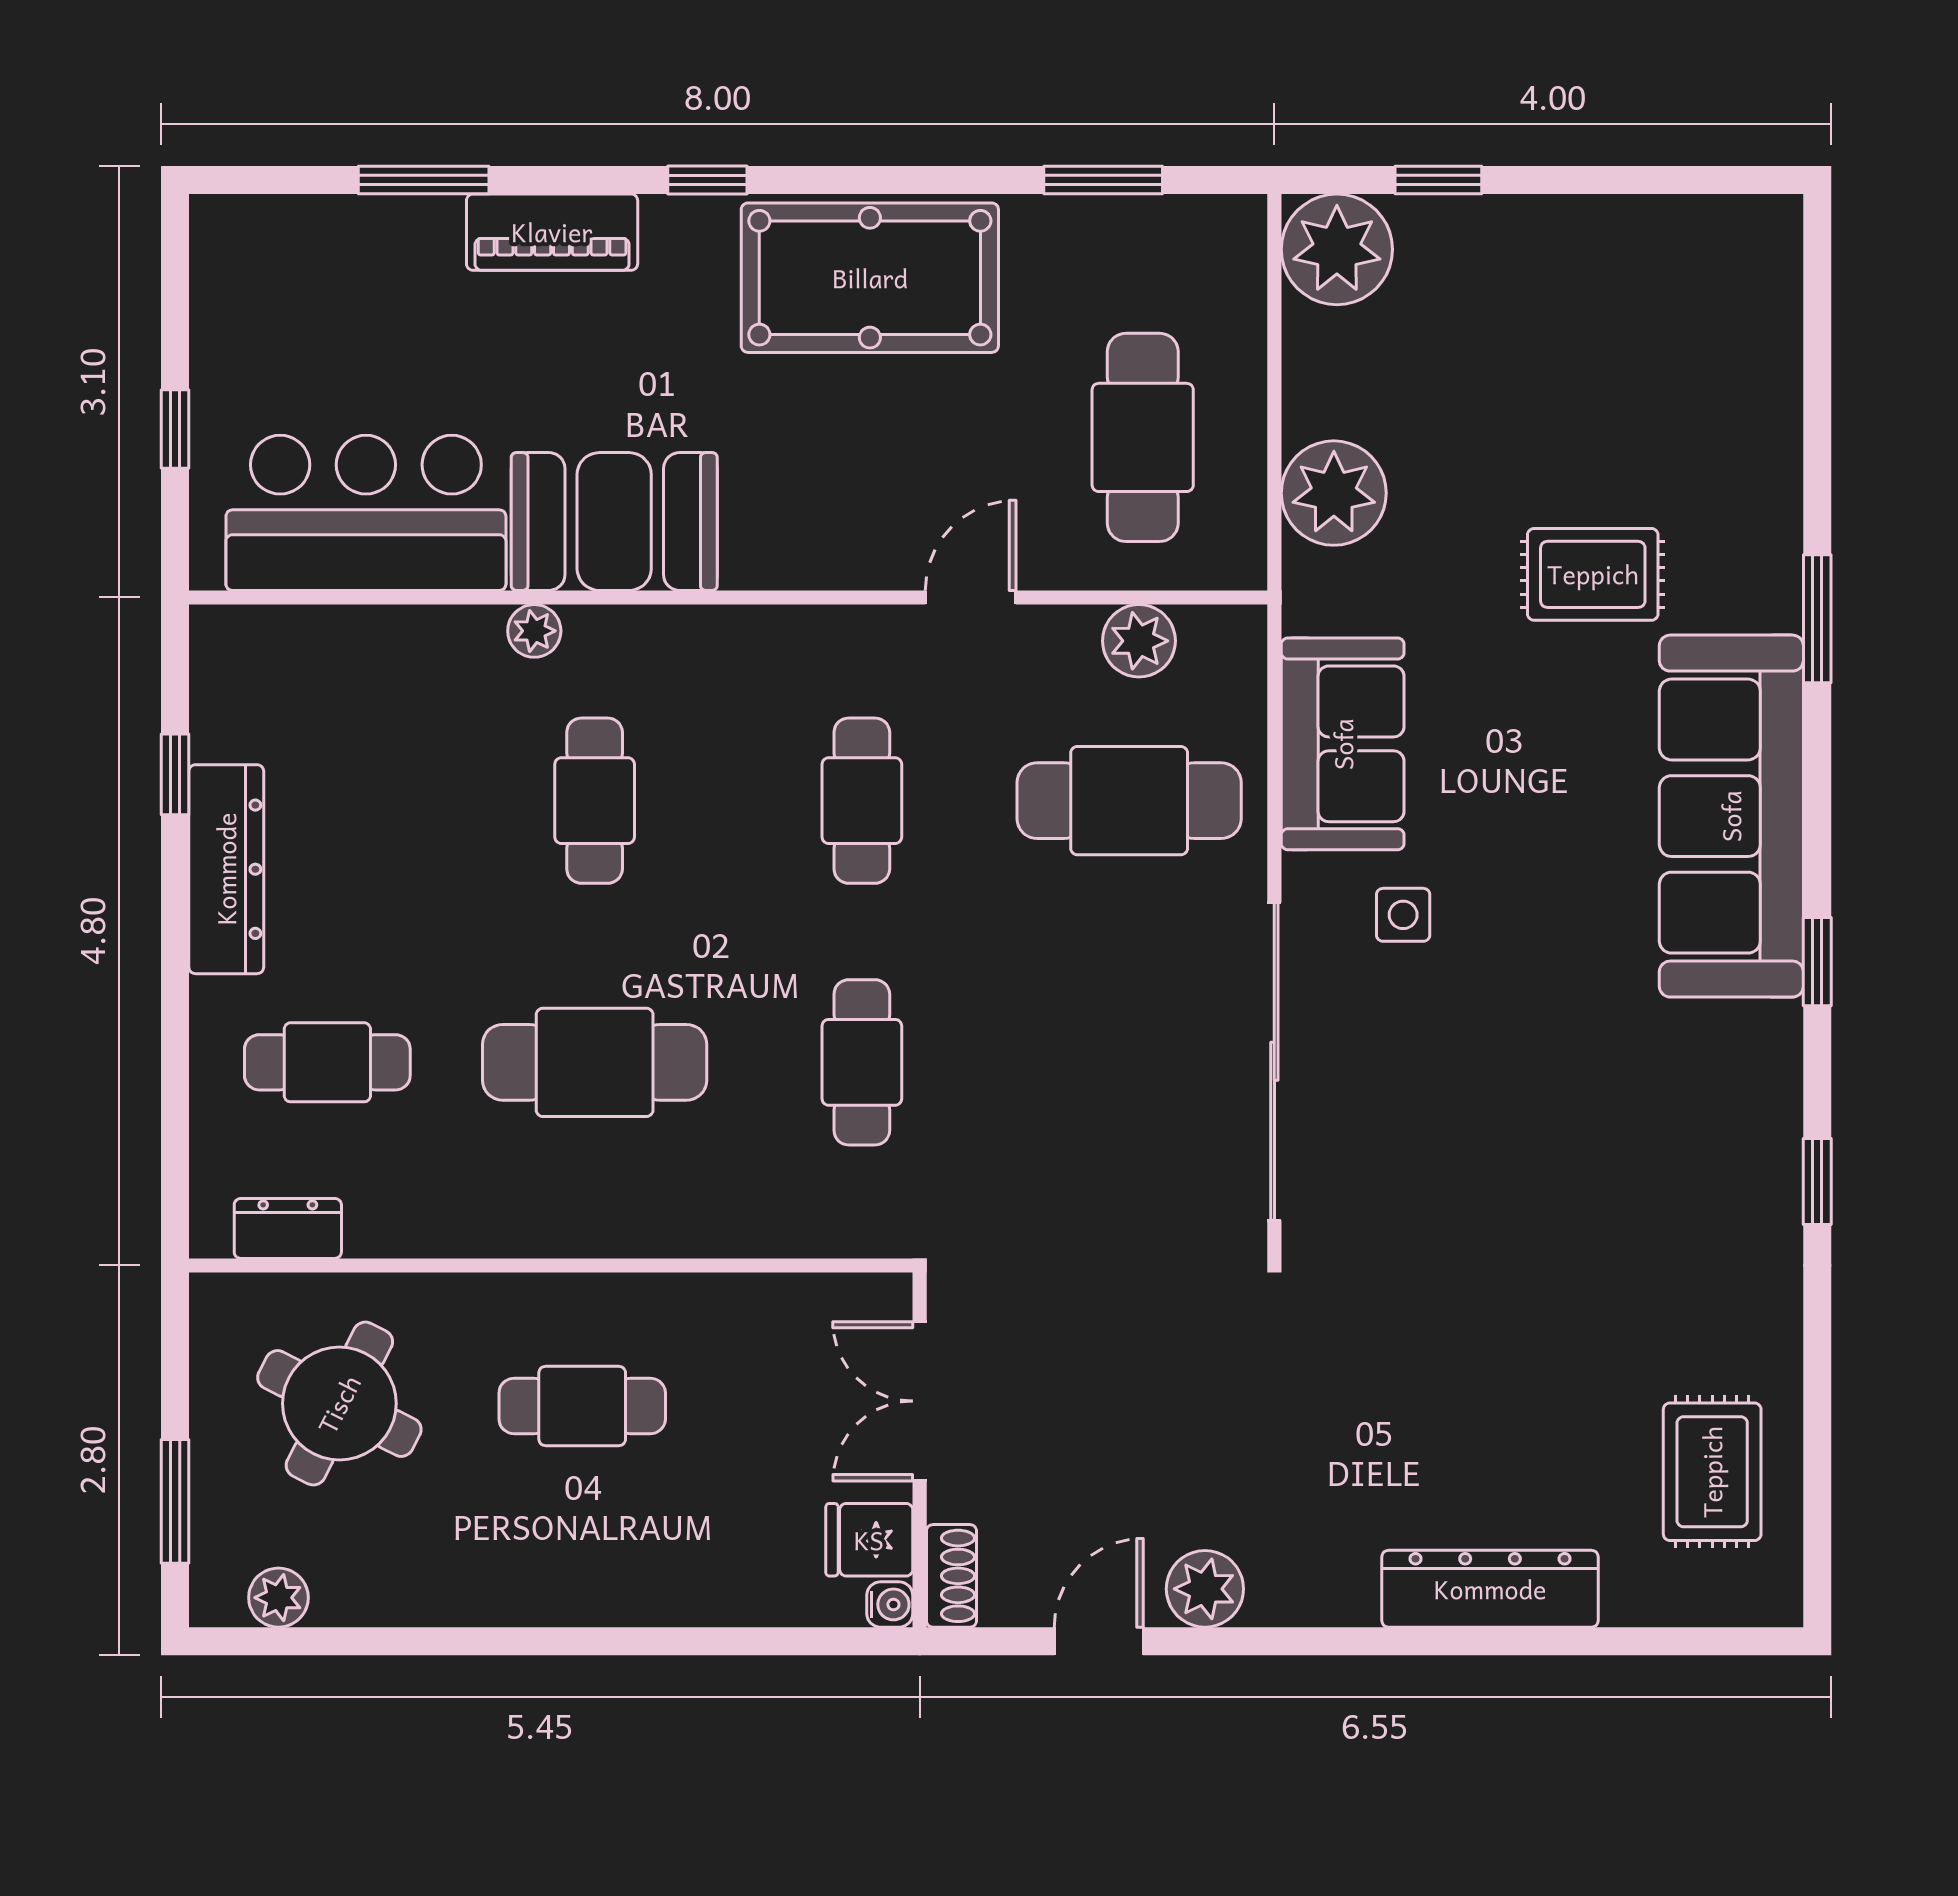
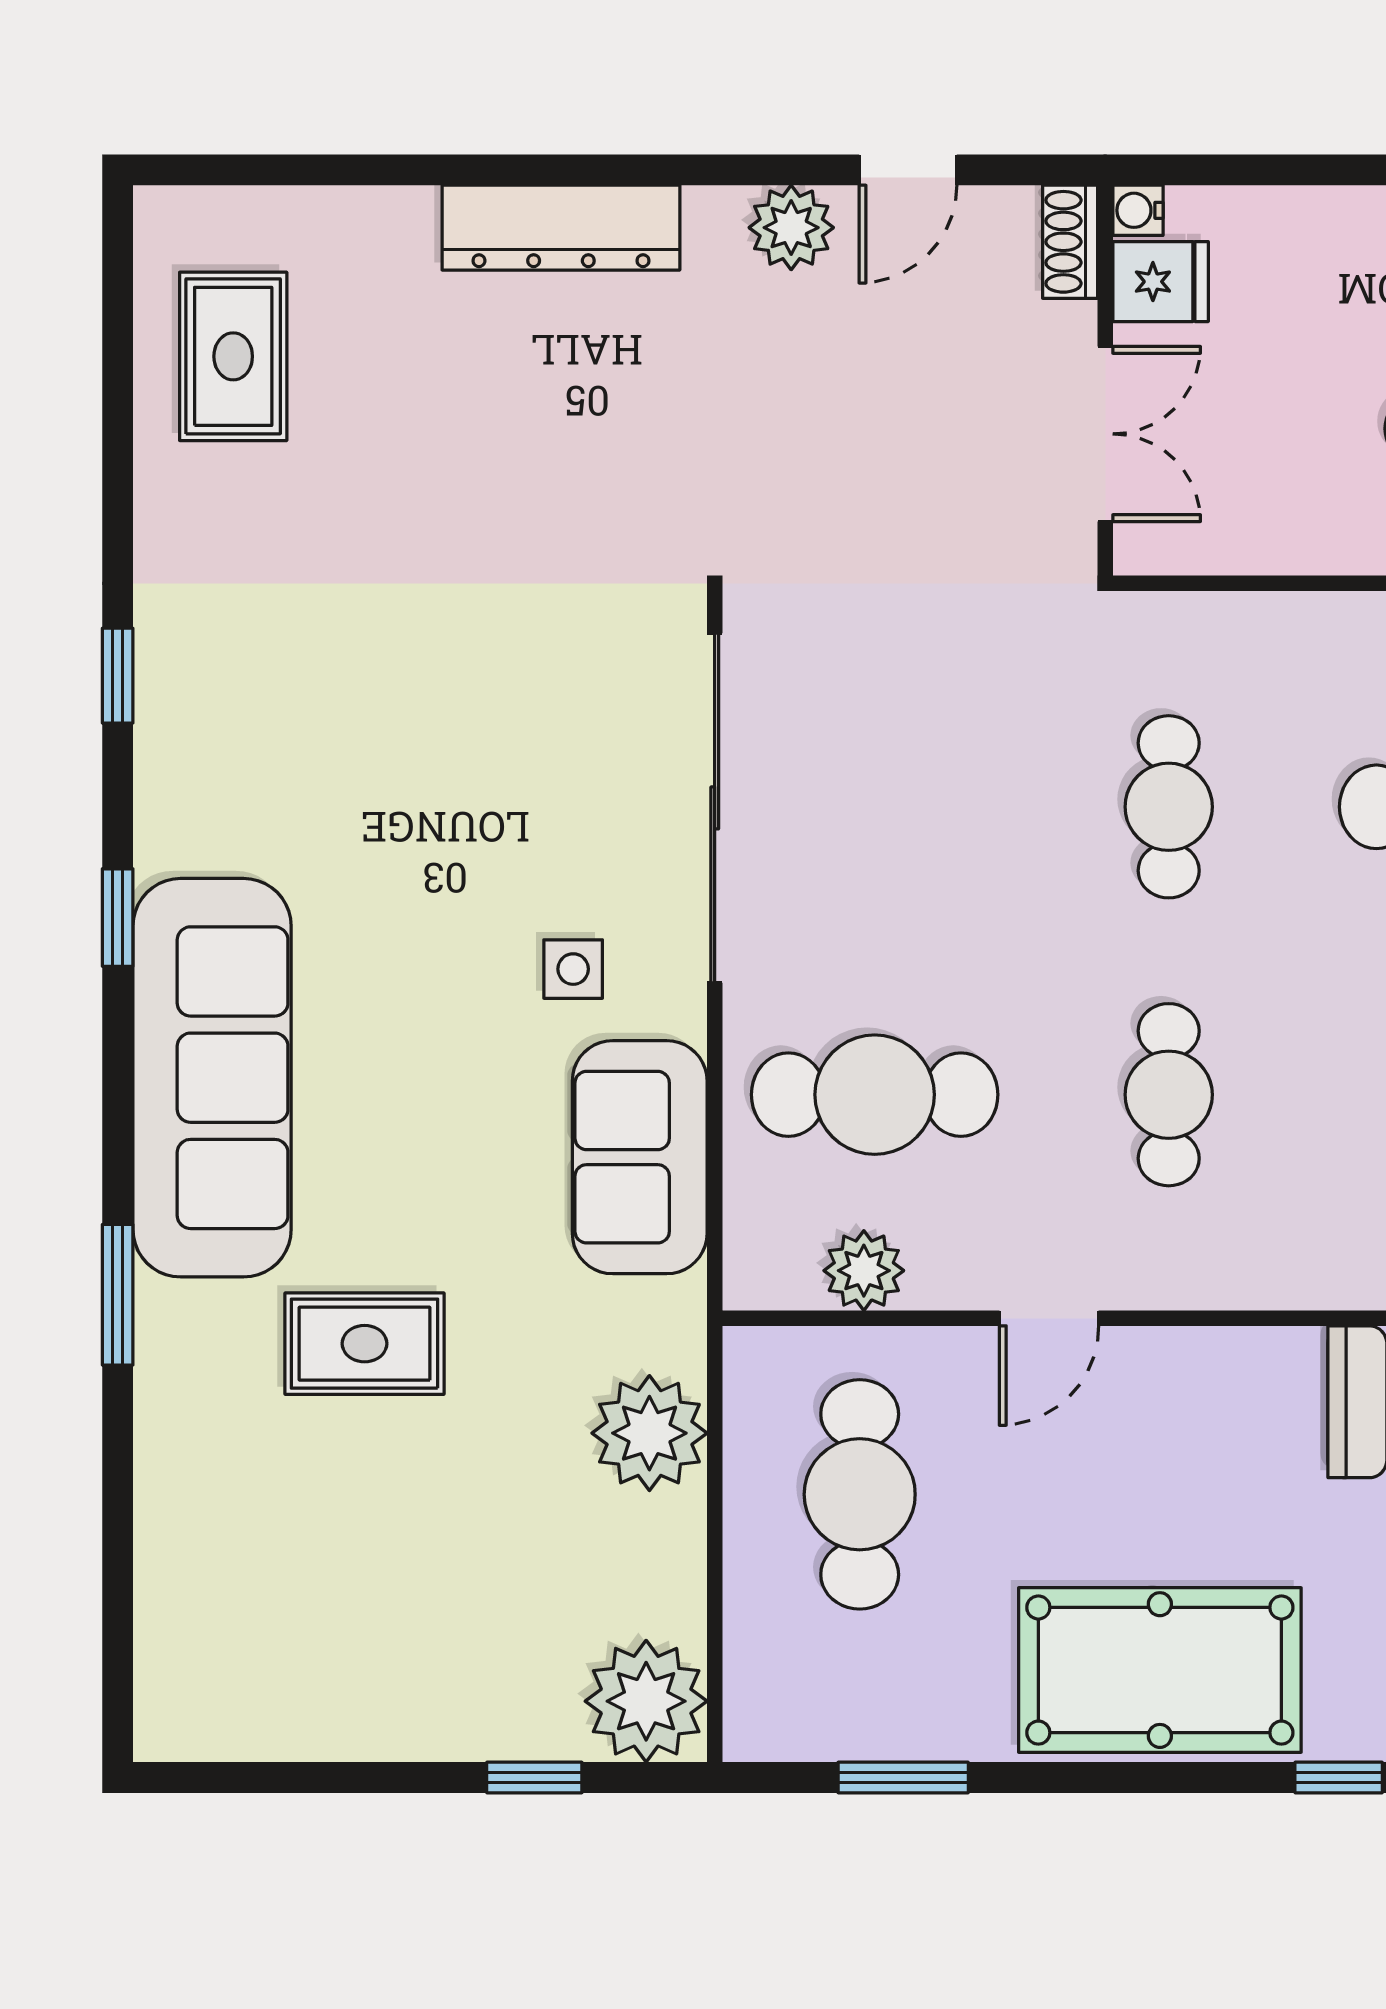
dresser: (1490, 1589) -> (561, 228), moved

